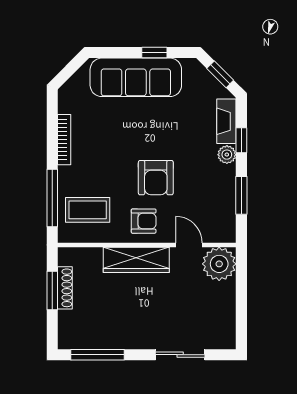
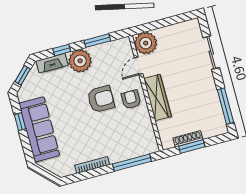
plant: (227, 155) -> (80, 61), width x1.87, depth x1.87
coffee table: (88, 210) -> (133, 138), removed

